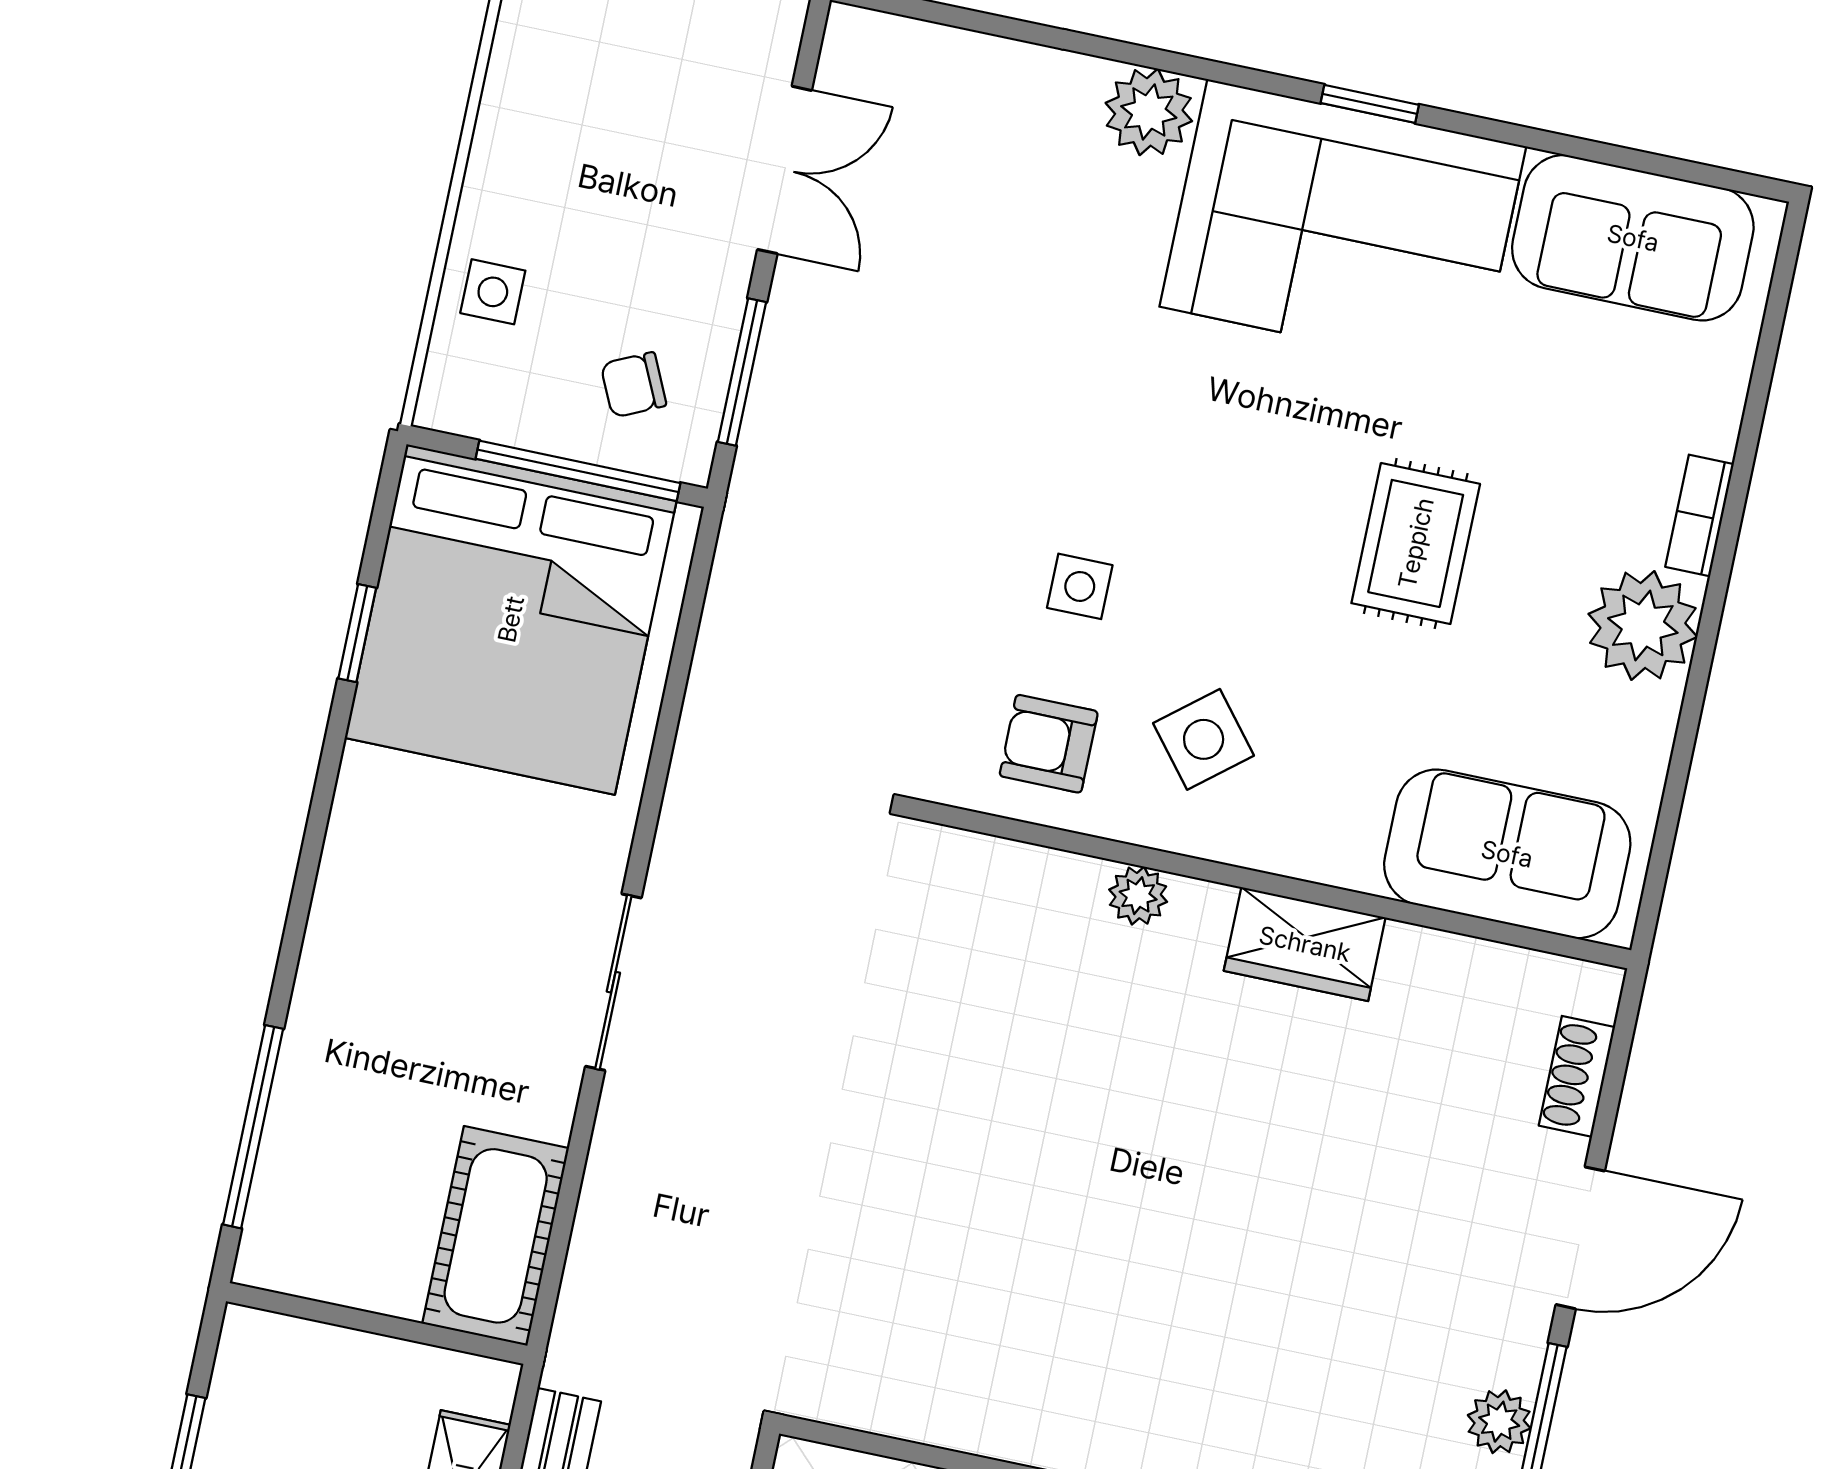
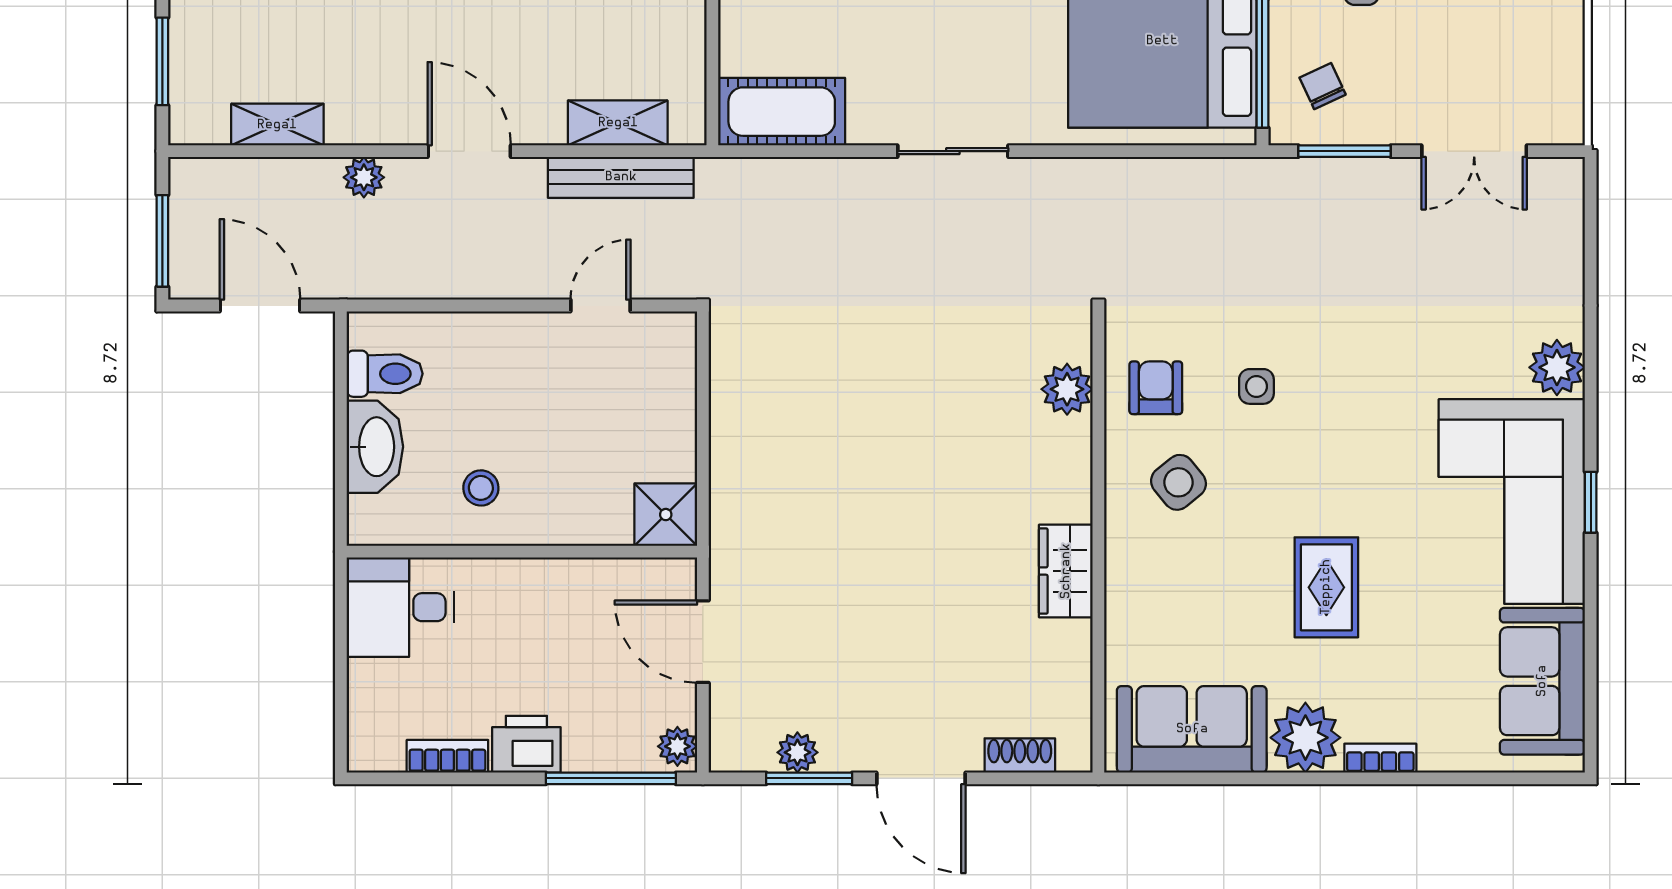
rug: (1416, 543) -> (1326, 587), turned 90
sofa: (1507, 854) -> (1192, 729), moved, turned -90
plant: (1138, 896) -> (1067, 389), moved, width x1.38, depth x1.38

